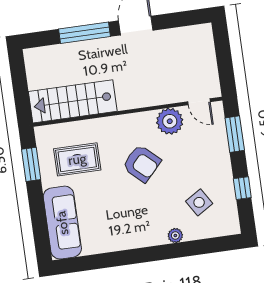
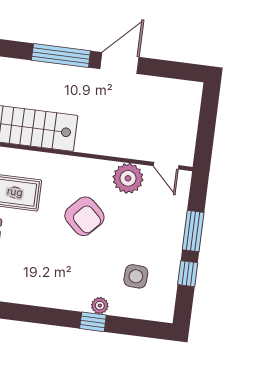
window: (235, 134) -> (193, 231), moved
side table: (199, 202) -> (136, 276), turned 35
window: (173, 251) -> (93, 322), added

